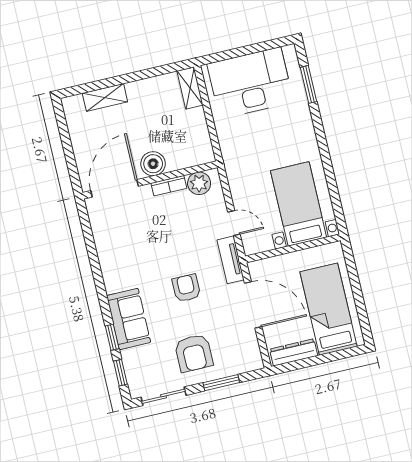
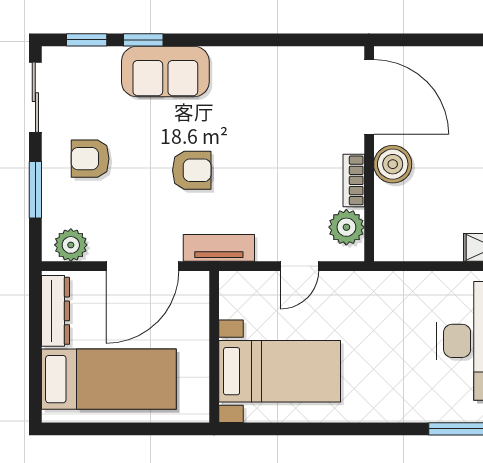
door: (234, 223) -> (299, 266), moved
plant: (250, 352) -> (71, 245), added
armchair: (194, 353) -> (90, 159), width x0.72, depth x0.72

